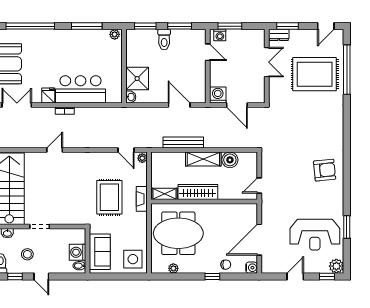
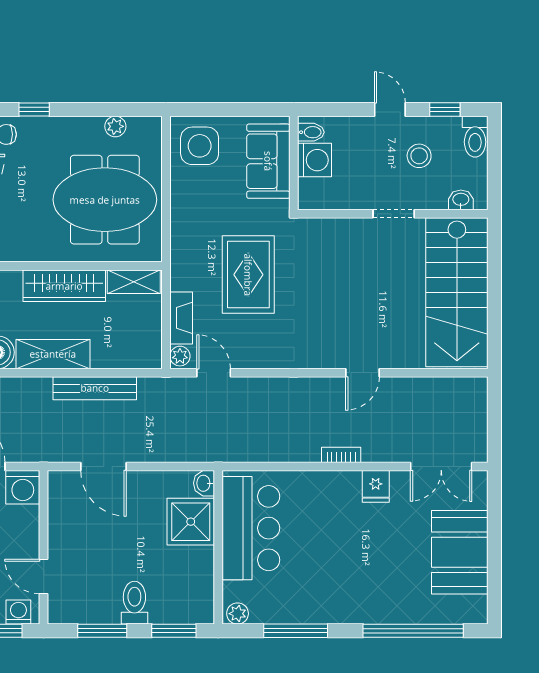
bar counter: (81, 89) -> (251, 528), moved, turned -90
fireplace: (142, 199) -> (181, 318), moved

